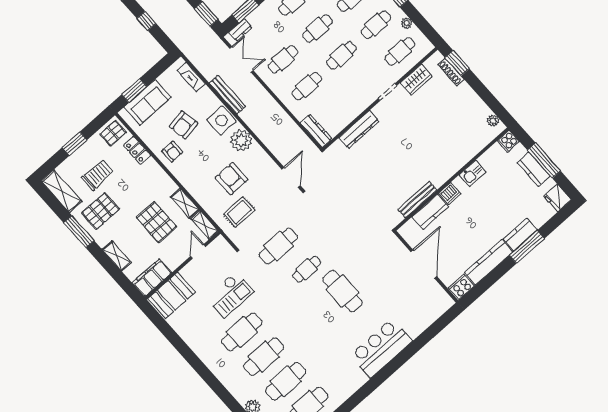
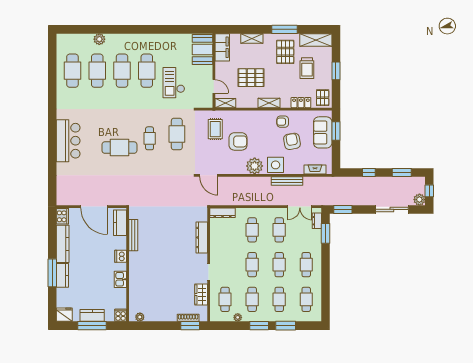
shelving: (185, 203) -> (269, 103), moved
kitchen counter: (430, 212) -> (120, 223), moved

